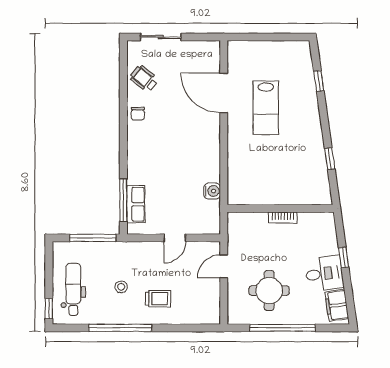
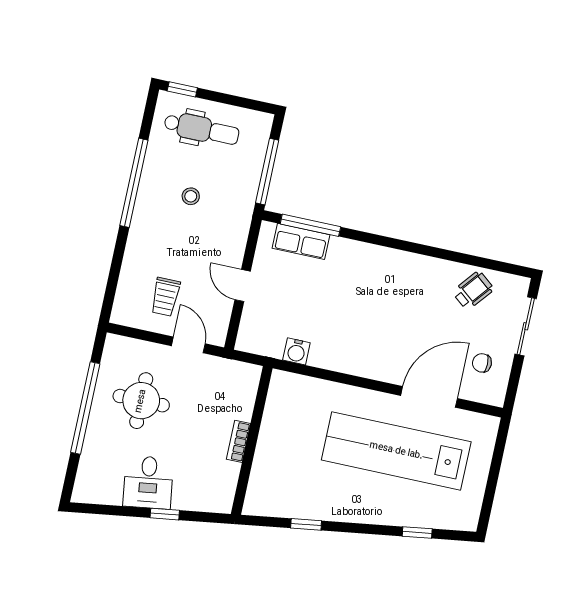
lab bench: (266, 108) -> (396, 451), width x1.86, depth x1.39
chair: (138, 114) -> (482, 363), moved
trolley: (158, 299) -> (165, 297), moved
filing cabinet: (337, 305) -> (100, 490), removed

